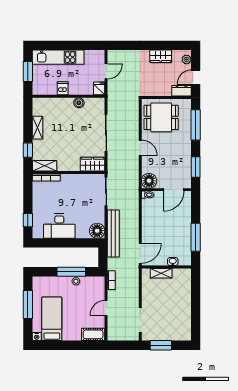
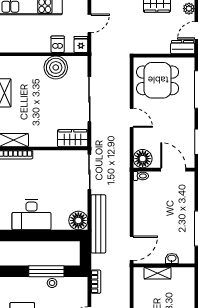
dishwasher: (63, 88) -> (58, 44), moved
boiler: (79, 103) -> (56, 67), width x1.86, depth x1.86
door: (174, 190) -> (173, 170), swing flipped

